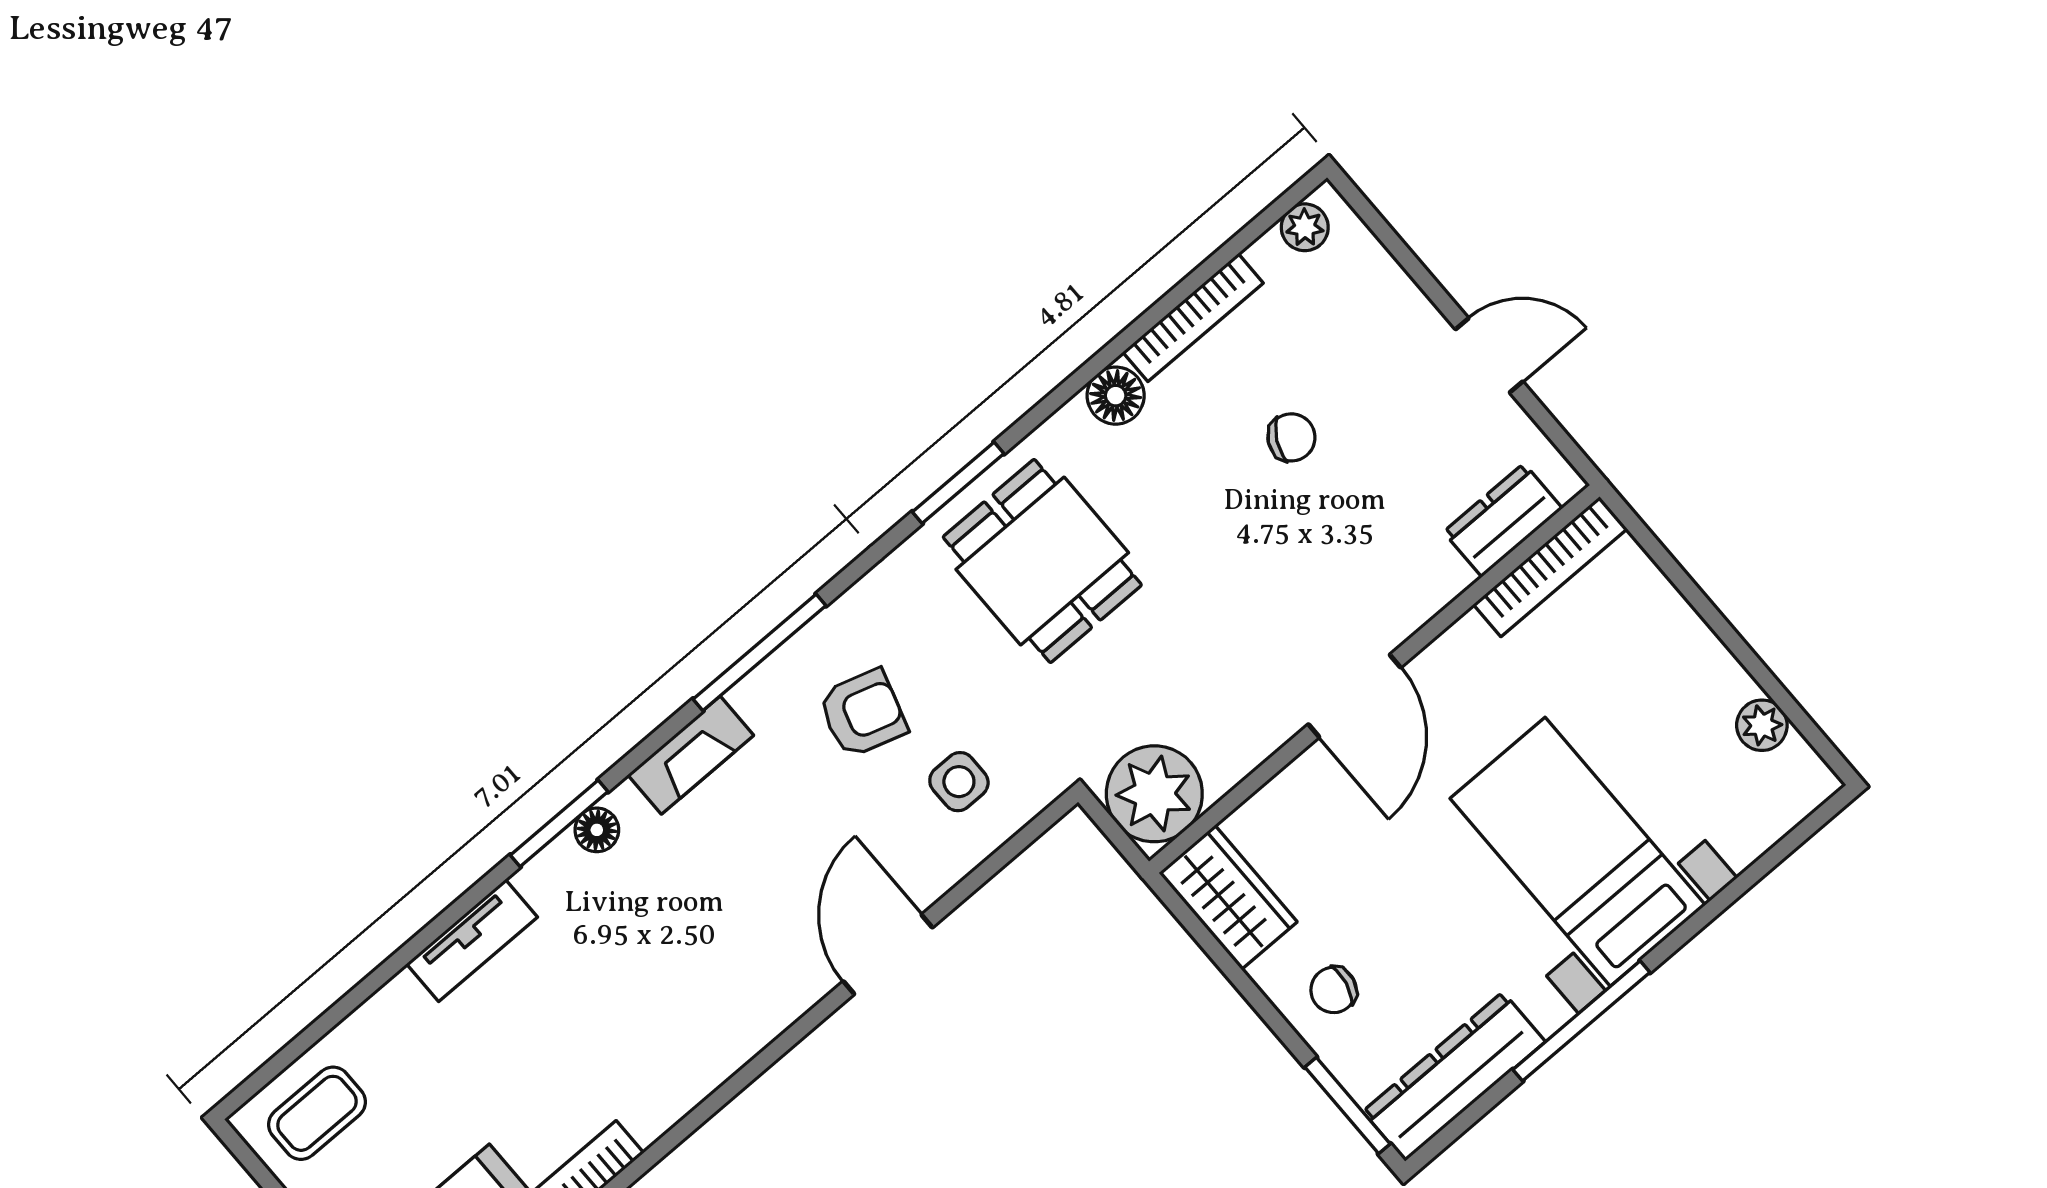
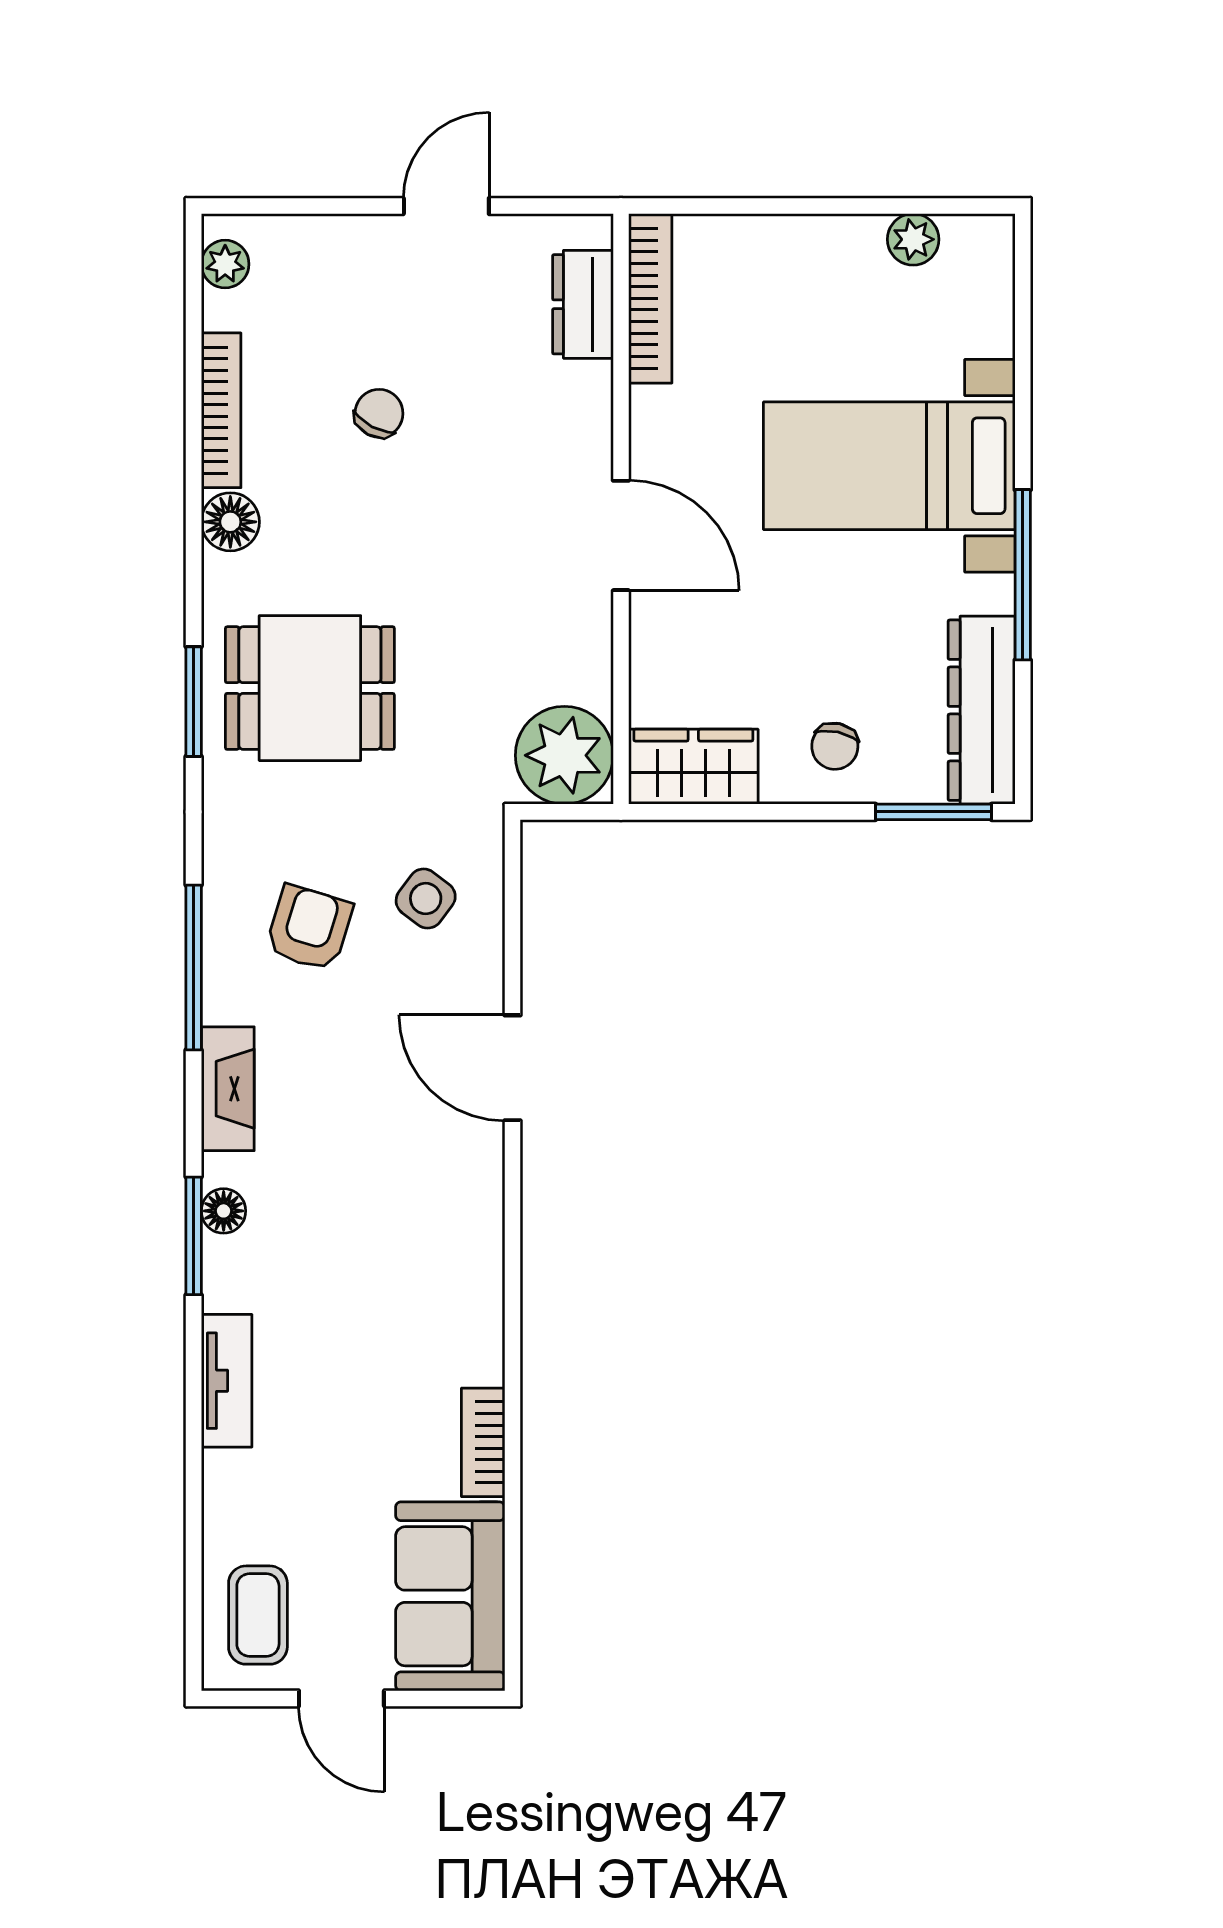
side table: (959, 782) -> (426, 899), turned 37

